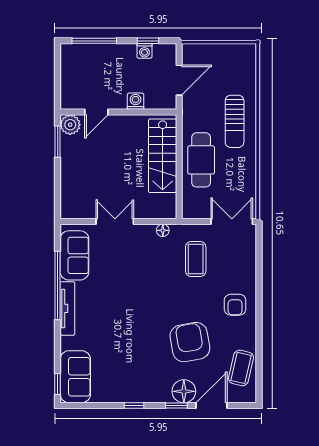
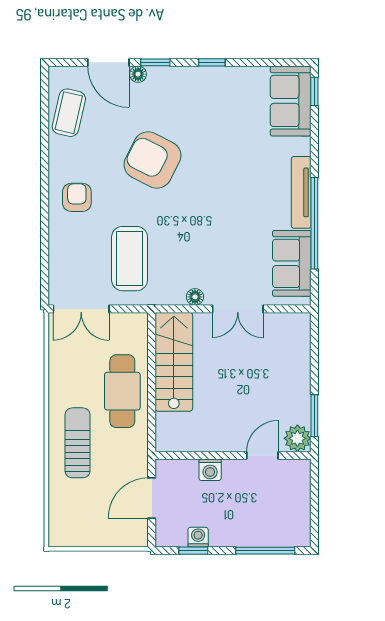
stairs: (163, 156) -> (174, 362), moved
floor lamp: (163, 230) -> (195, 297), moved
coffee table: (196, 259) -> (130, 259), width x1.36, depth x1.32
armchair: (190, 342) -> (152, 160), moved, turned 127
floor lamp: (184, 391) -> (138, 74), width x0.53, depth x0.53
door: (211, 406) -> (108, 62), hinge flipped

